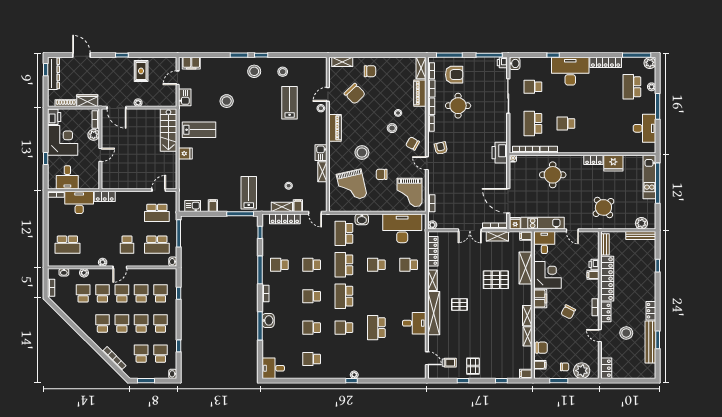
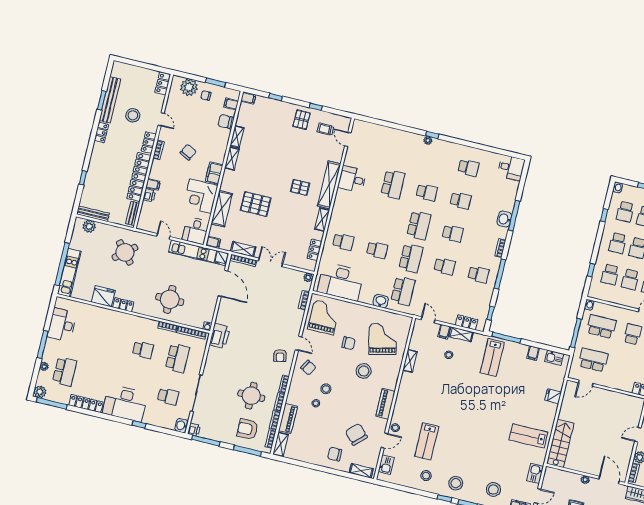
stool: (227, 101) -> (493, 490), moved
kitchen sink: (321, 153) -> (386, 465), moved
fridge: (185, 154) -> (553, 396), moved
locker: (285, 219) -> (467, 322), width x0.66
locker: (433, 251) -> (314, 250), width x0.66

